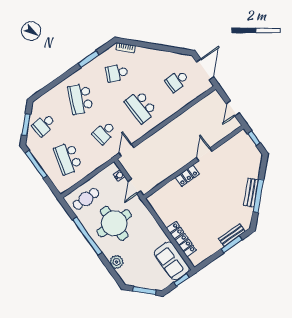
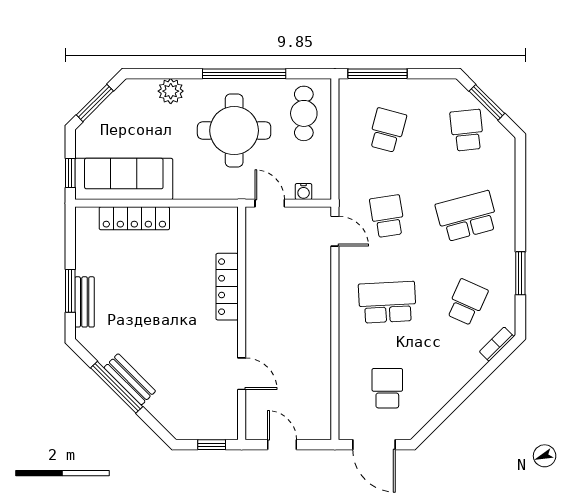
school desk: (80, 99) -> (467, 216), turned -39
door: (204, 154) -> (242, 374), moved
school desk: (68, 158) -> (387, 130), width x0.54
window: (36, 164) -> (377, 74), moved
locker: (187, 176) -> (227, 287), width x1.53
sofa: (172, 261) -> (124, 179), width x1.36

